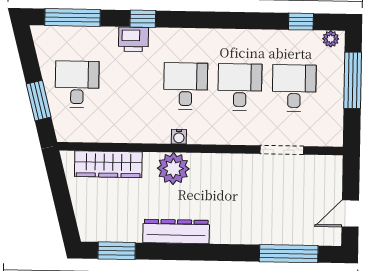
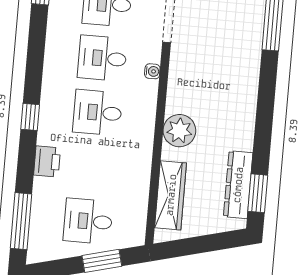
window: (143, 19) -> (30, 117), moved
water cooler: (179, 137) -> (152, 71), moved
dresser: (176, 231) -> (238, 185), moved

